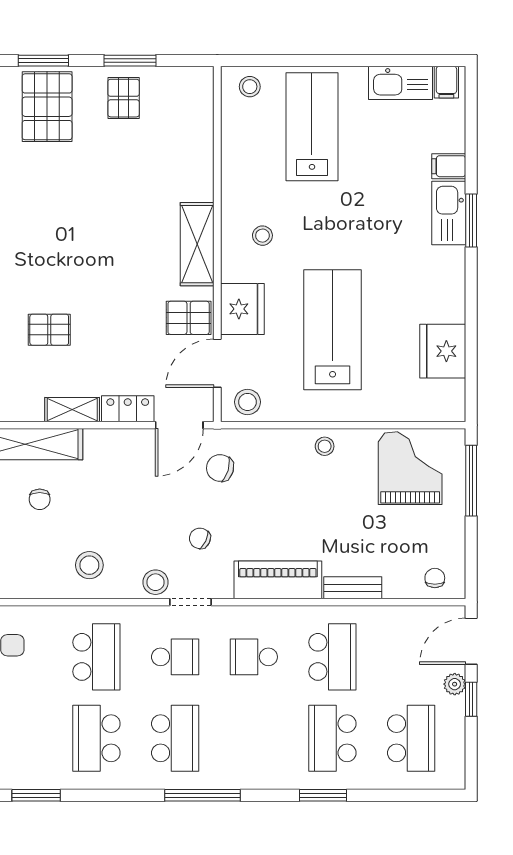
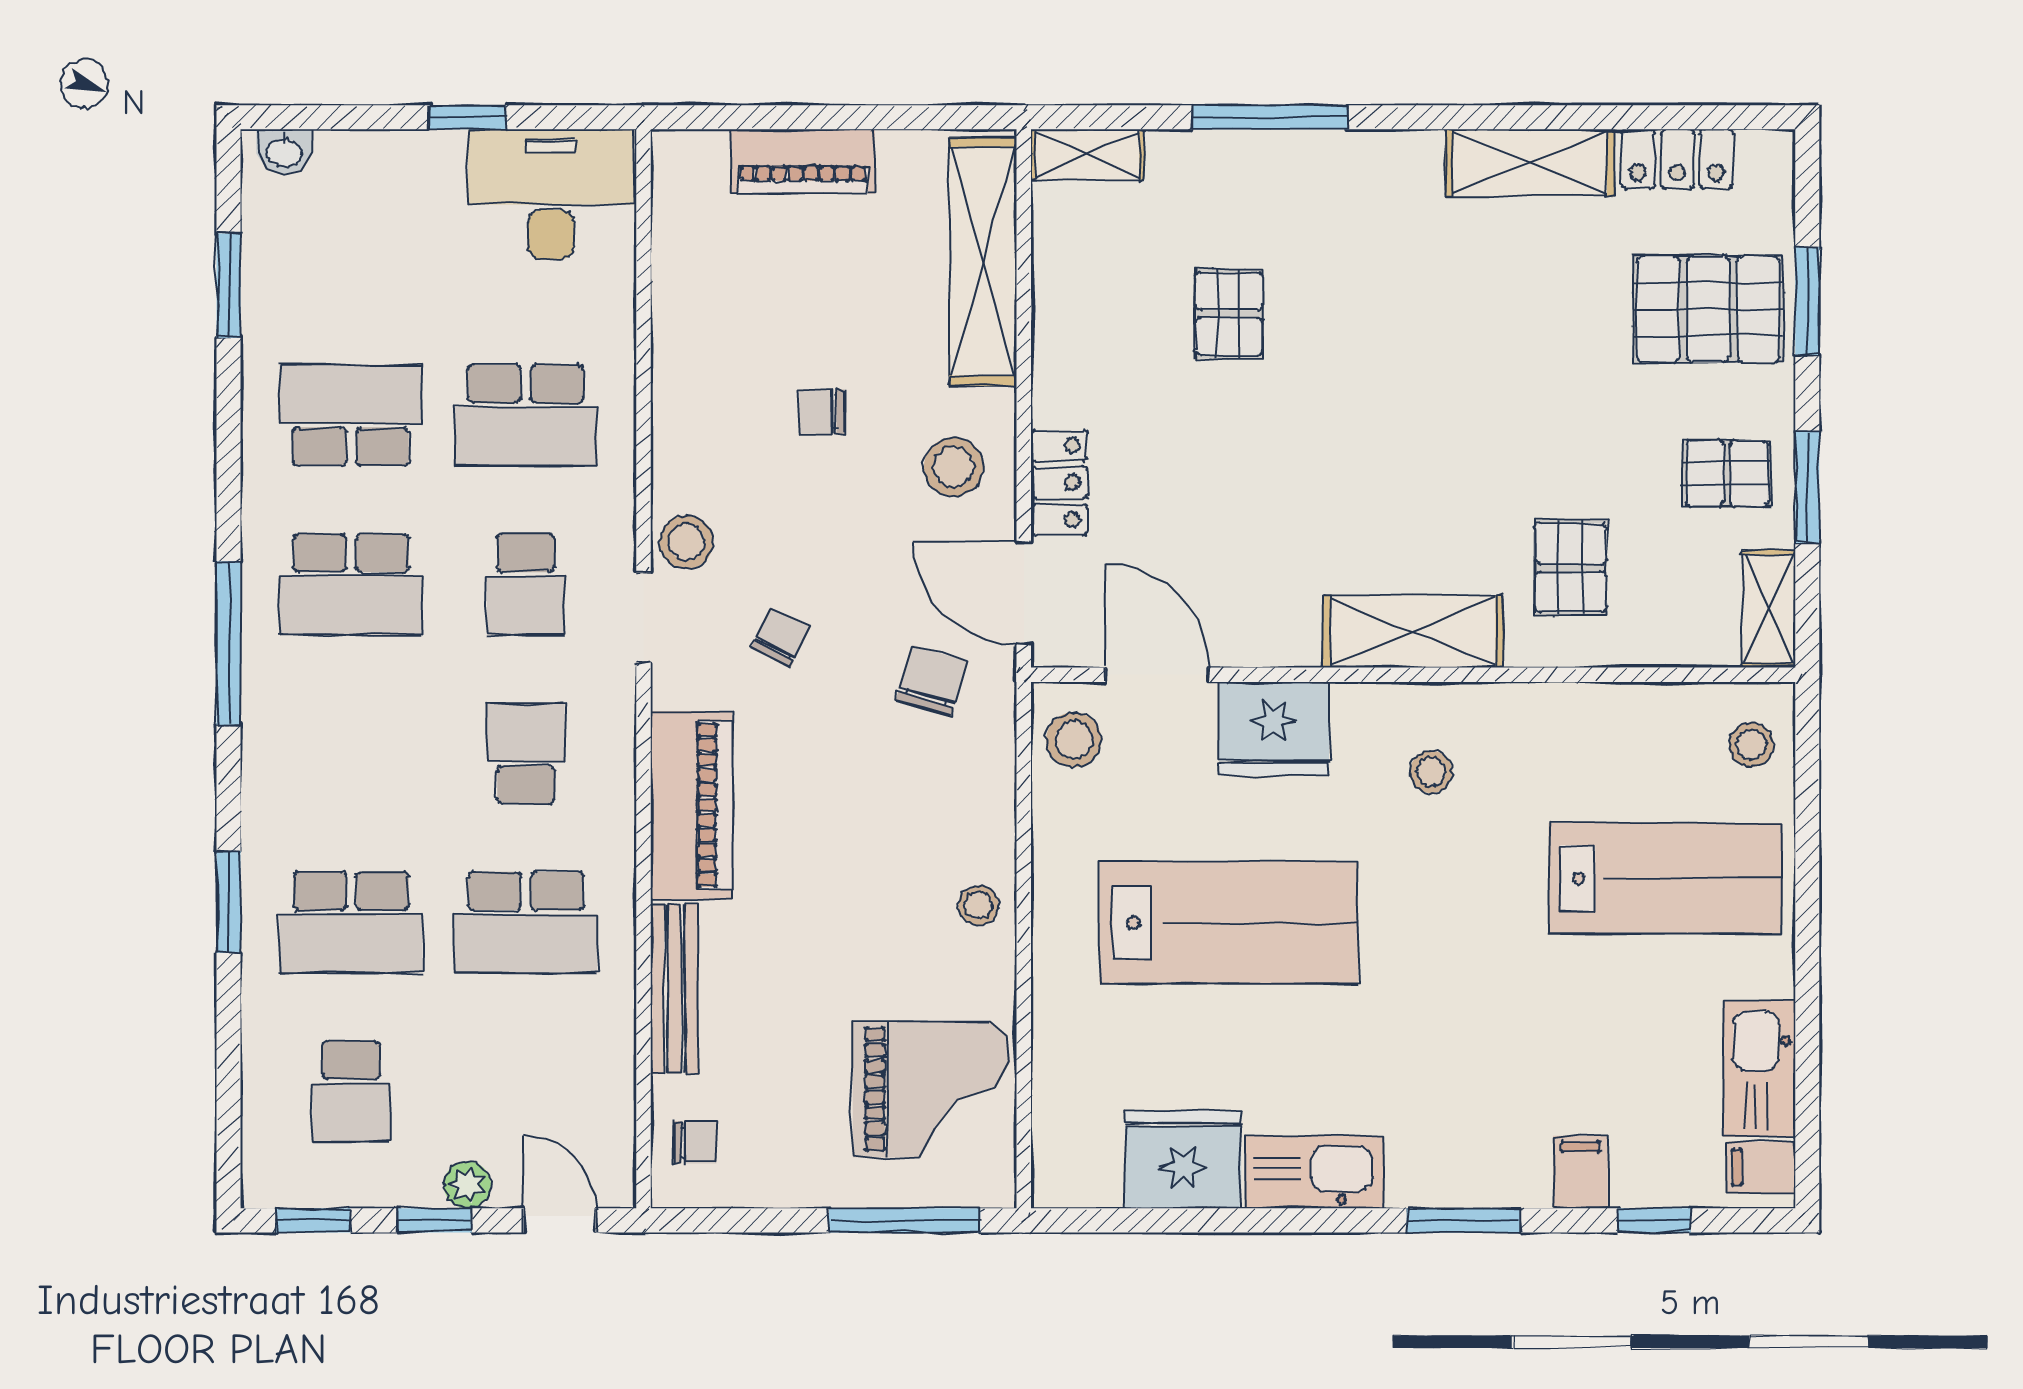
window: (471, 132) -> (1654, 1220), added
kitchen sink: (449, 213) -> (1314, 1172), moved
pallet: (189, 318) -> (1571, 568), moved
shelving: (72, 410) -> (1769, 609), moved
chair: (40, 499) -> (822, 412), moved
stool: (89, 565) -> (953, 467), moved
bench: (353, 588) -> (674, 989), width x1.36
door: (471, 641) -> (560, 1220), width x0.73
school desk: (332, 738) -> (351, 922), turned 180
school desk: (411, 738) -> (351, 1091), width x0.54
window: (471, 756) -> (313, 1220), added

